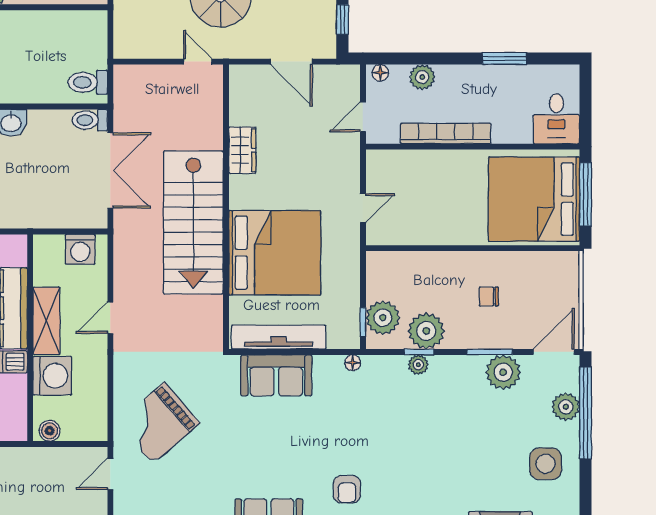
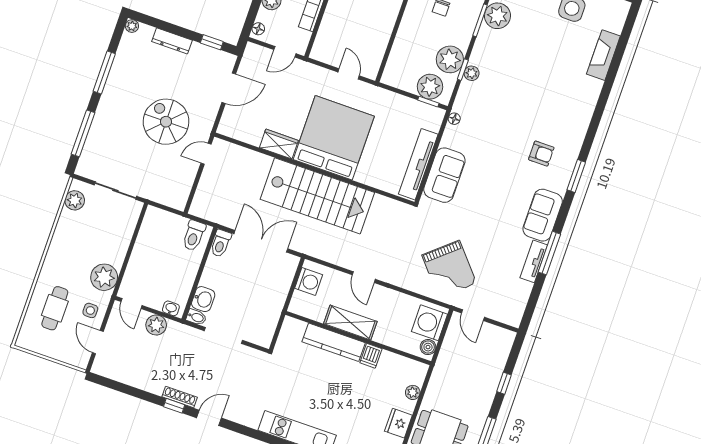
door: (363, 117) -> (285, 52), hinge flipped
bed: (275, 253) -> (334, 138), moved
washing machine: (52, 376) -> (429, 323), moved, turned -90

